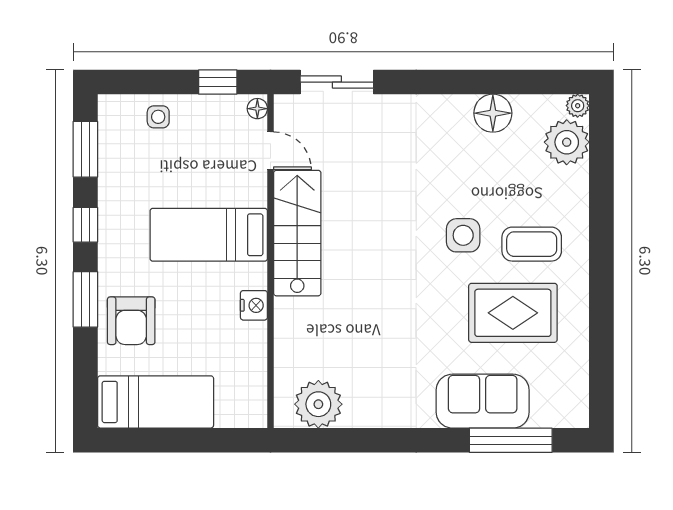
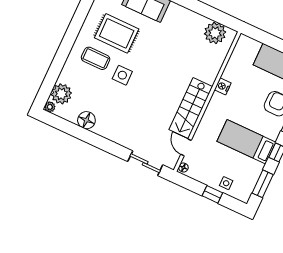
window: (218, 82) -> (212, 194), moved
bed: (209, 235) -> (246, 142), moved, turned 180

